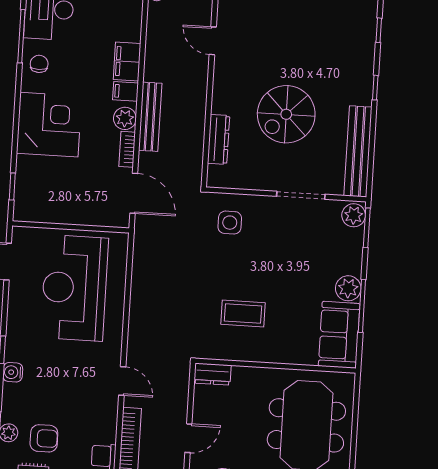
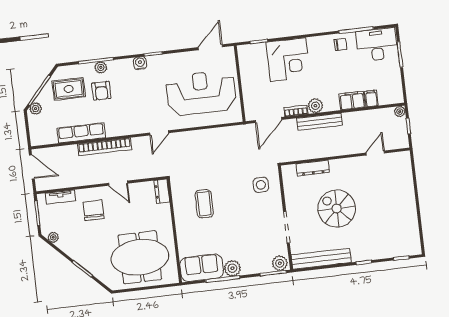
filing cabinet: (126, 91) -> (371, 98), moved
corner desk: (49, 125) -> (288, 60), moved
door: (122, 381) -> (159, 133), moved

